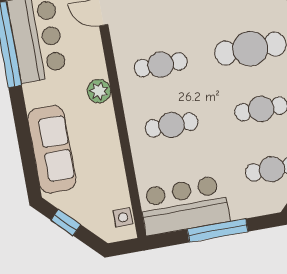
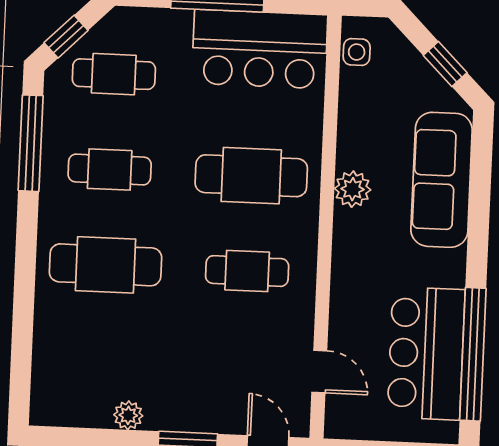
plant: (99, 91) -> (353, 189), moved
cafe table: (172, 125) -> (251, 176), width x1.37, depth x1.35

